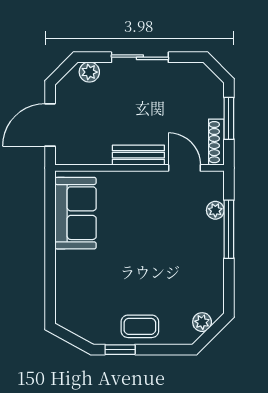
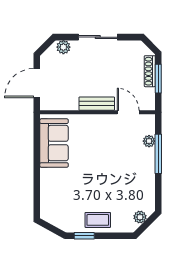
shoe rack: (216, 142) -> (150, 71), moved

